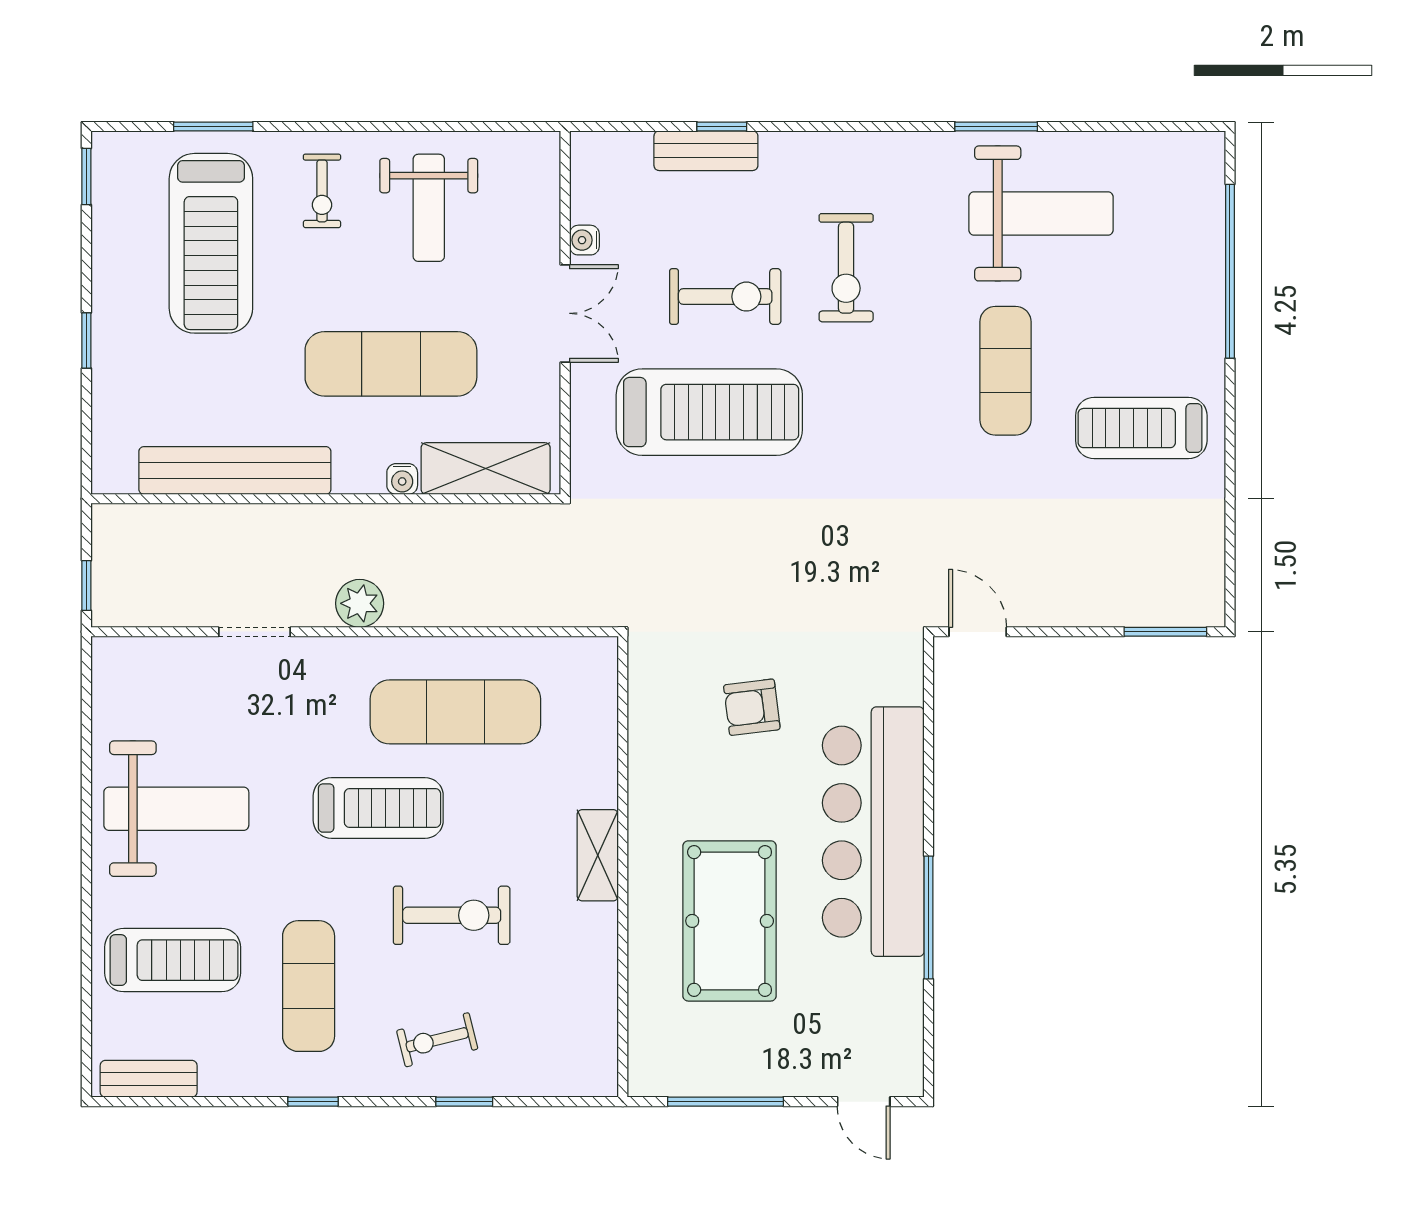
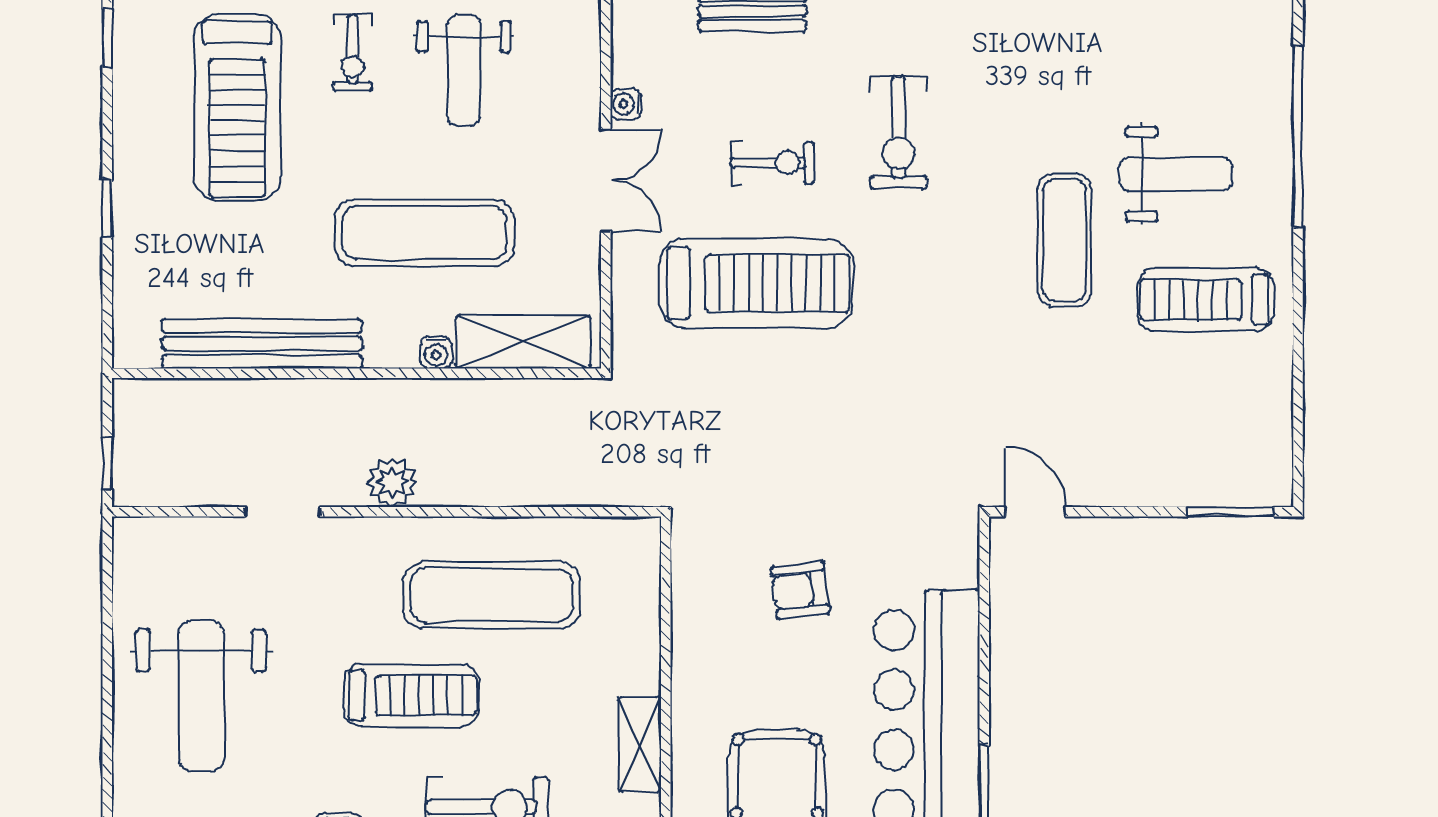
weight bench: (1041, 213) -> (1175, 174), moved, width x0.73, depth x0.75
exercise bike: (725, 297) -> (772, 163), width x0.73, depth x0.72
weight bench: (176, 809) -> (201, 696), turned 90

